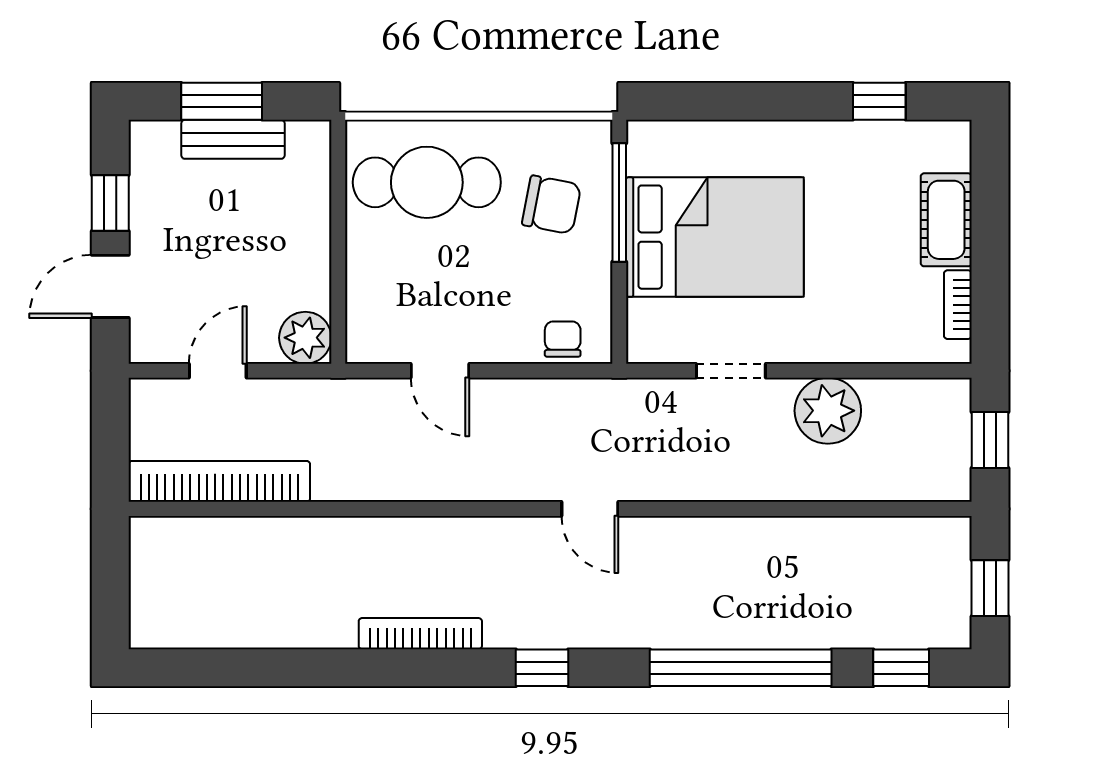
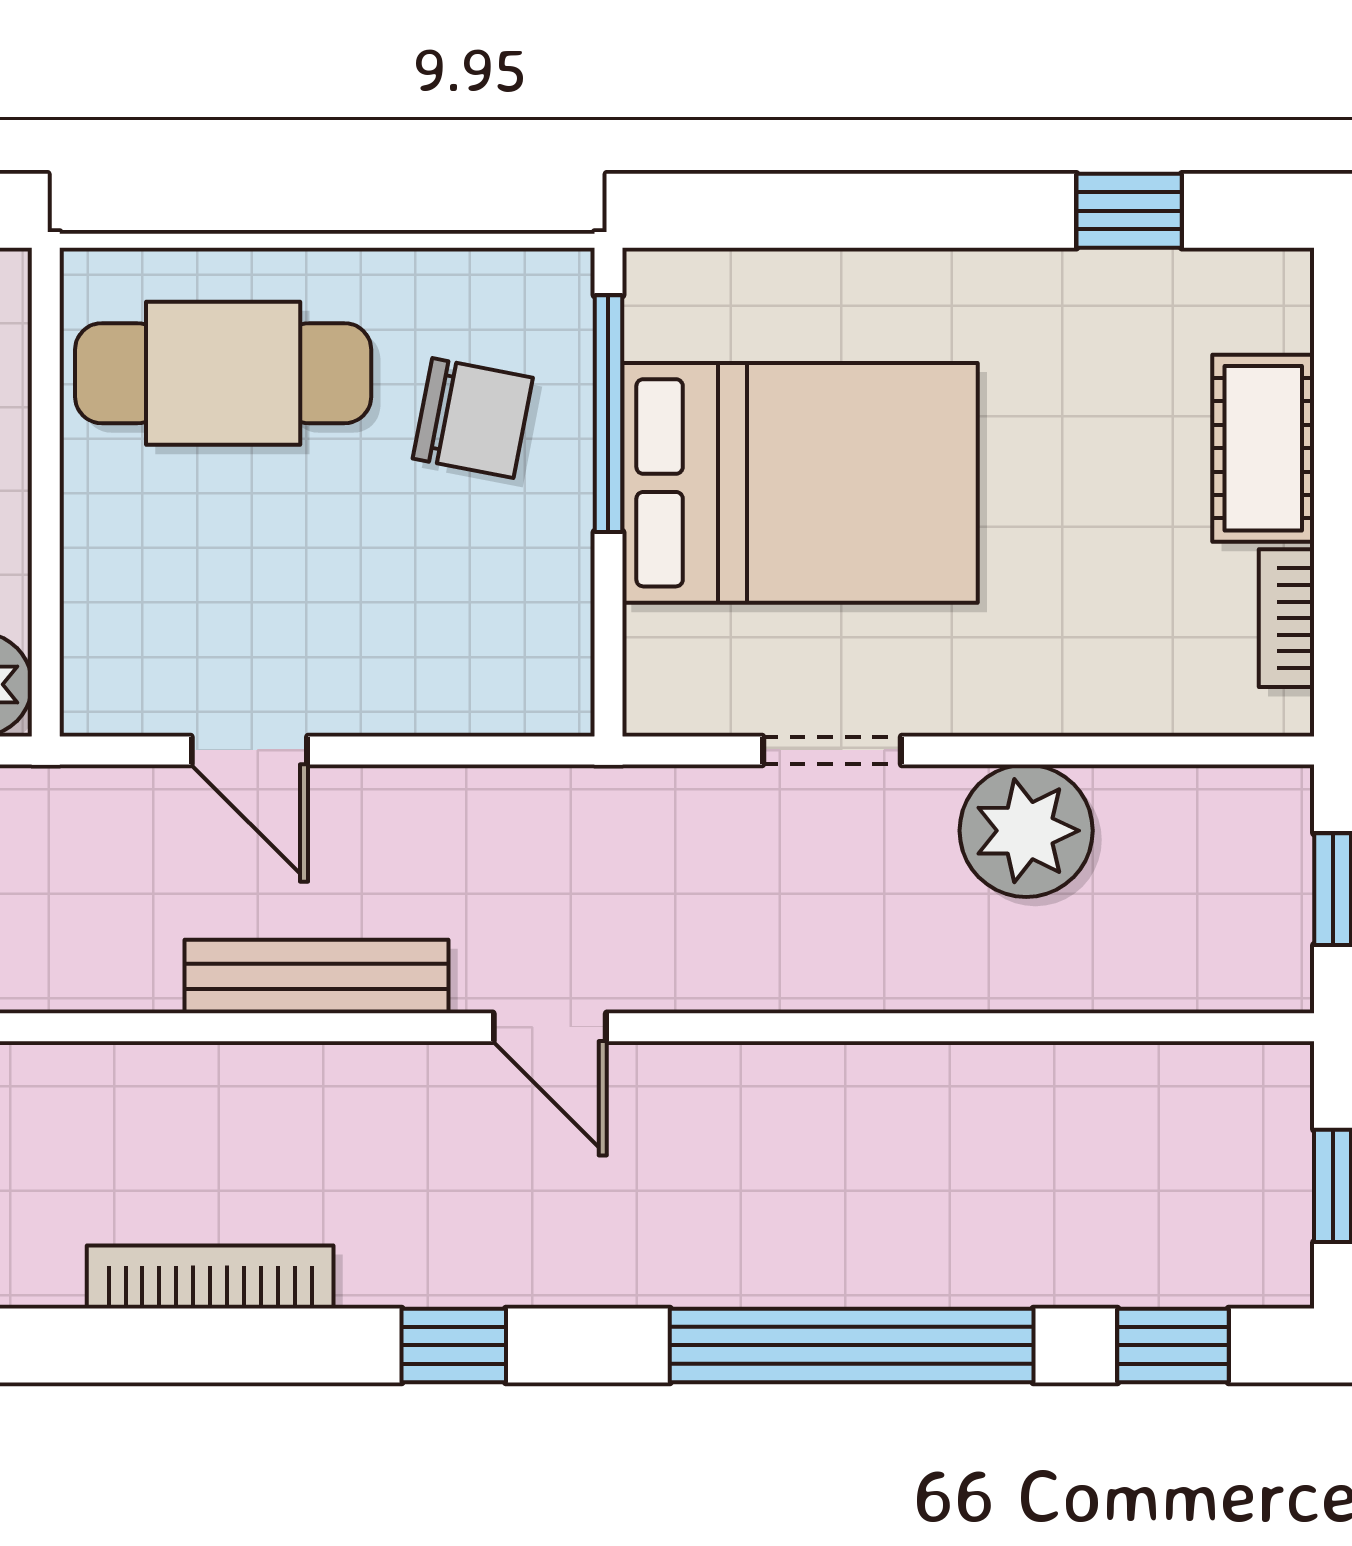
chair: (563, 339) -> (495, 687), removed
bench: (473, 484) -> (317, 976), added

